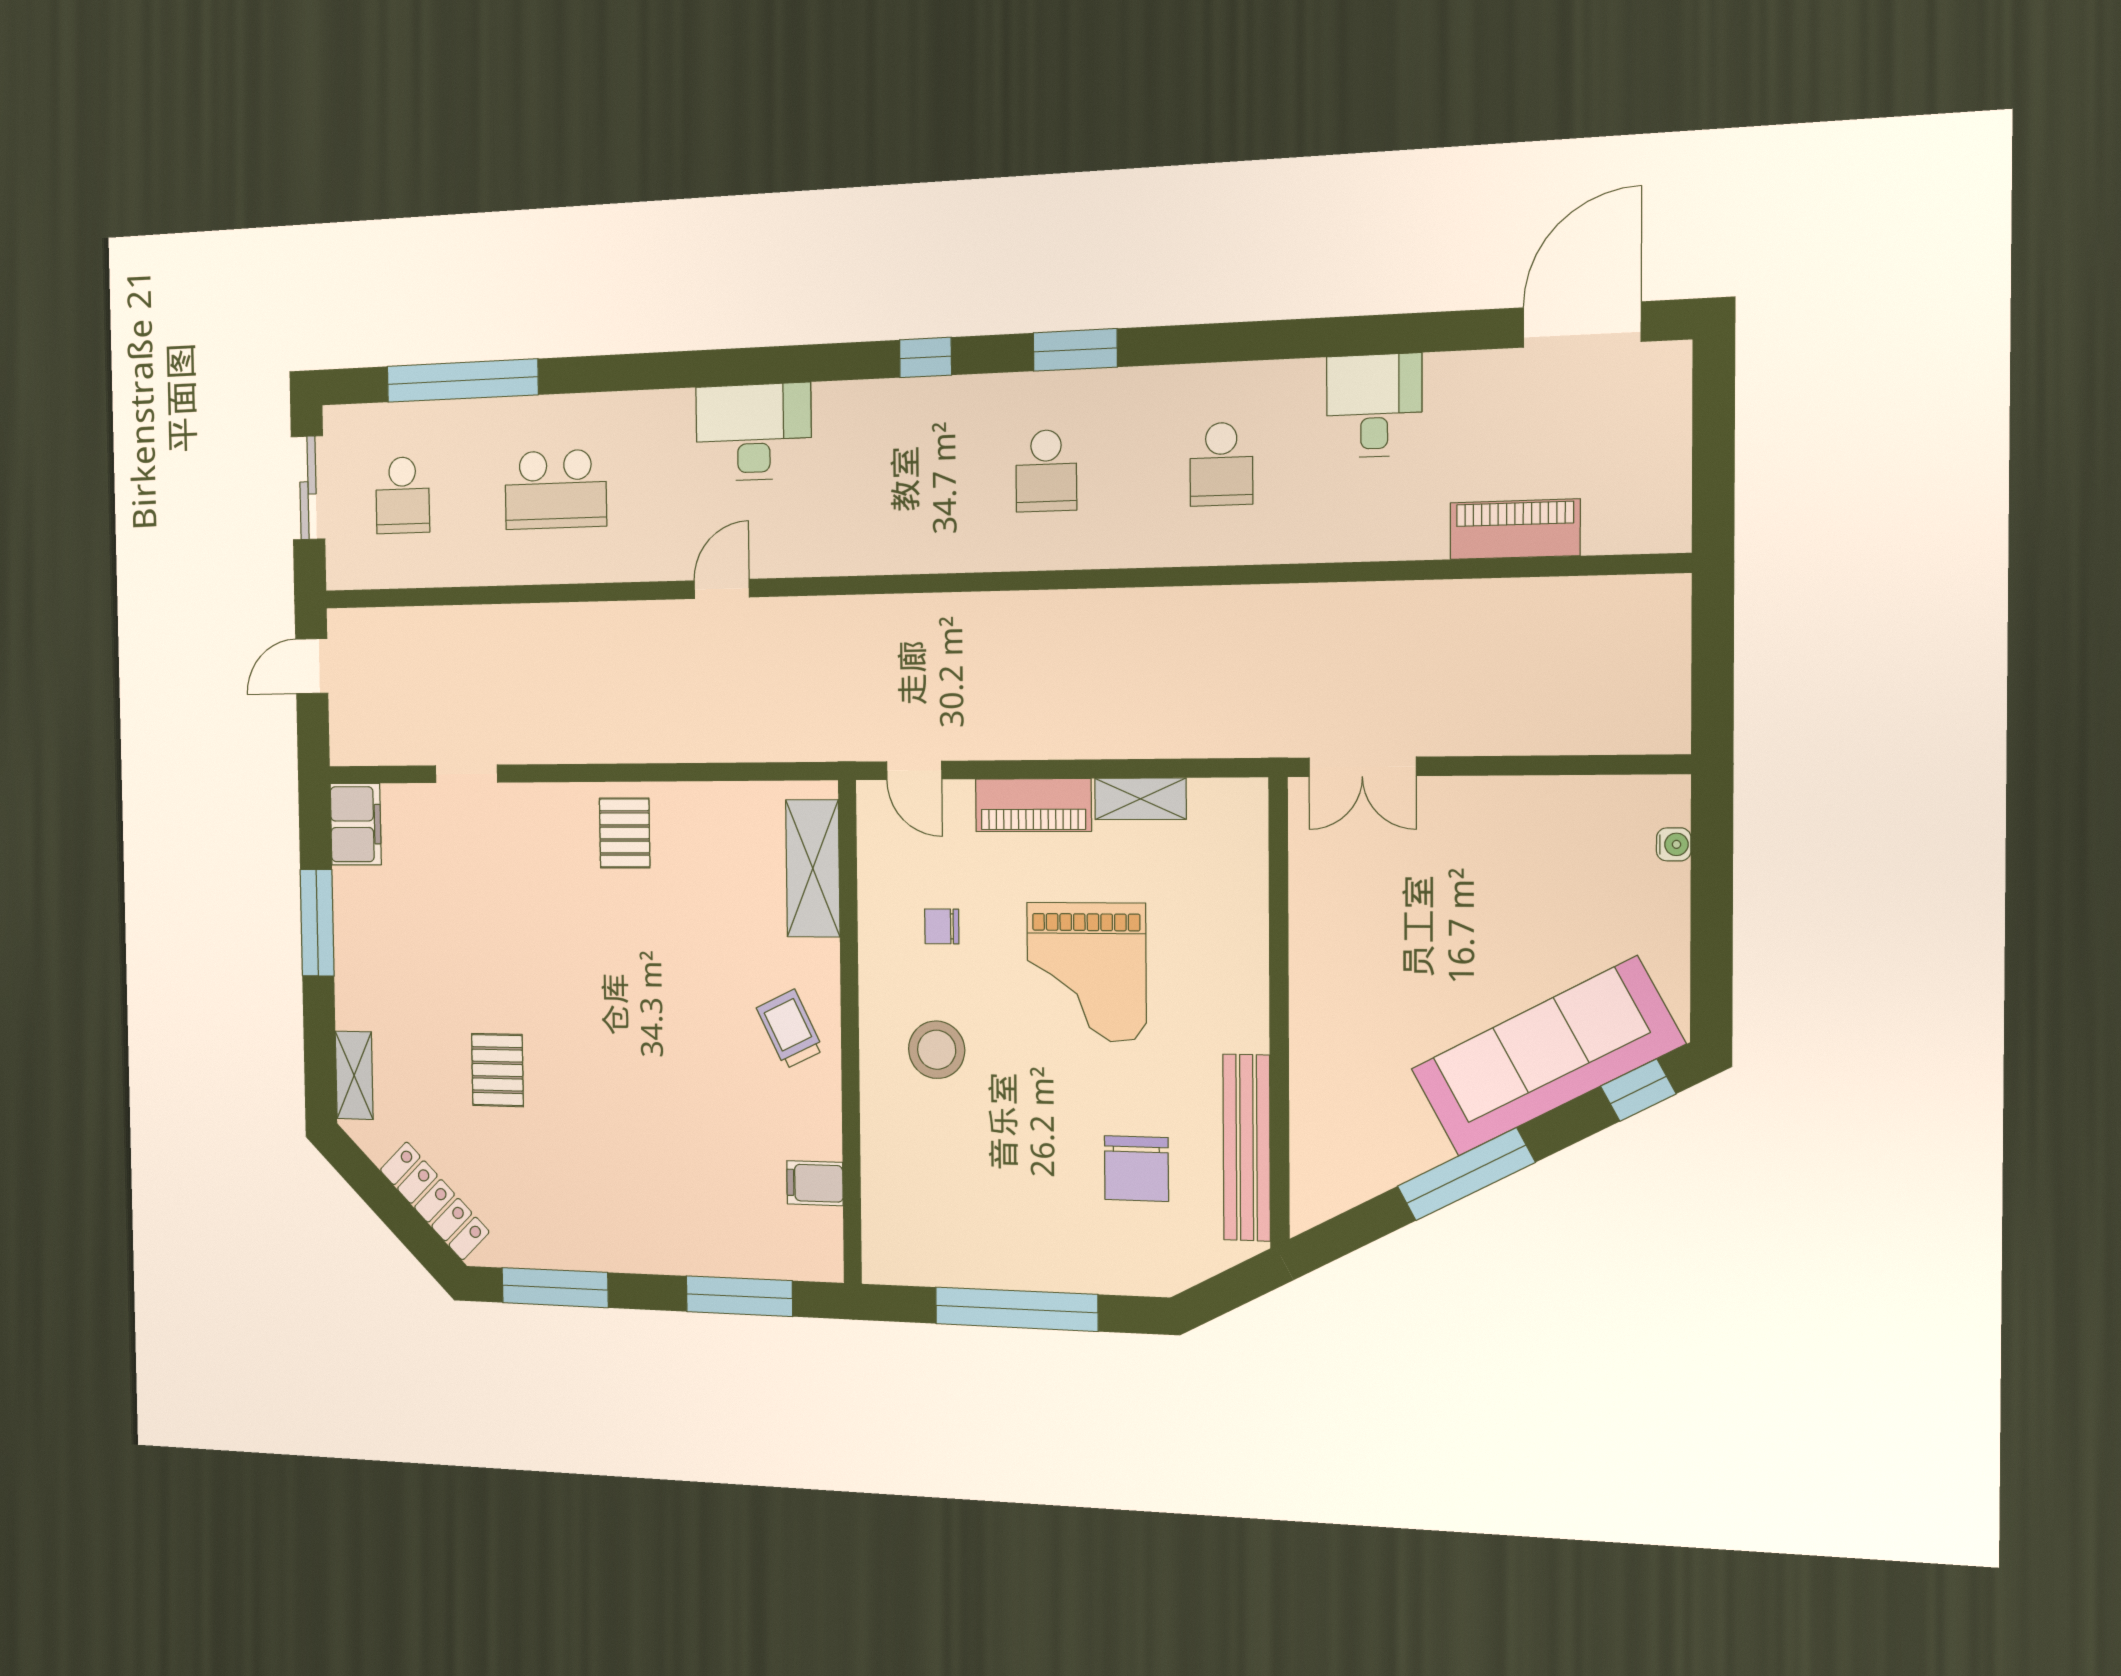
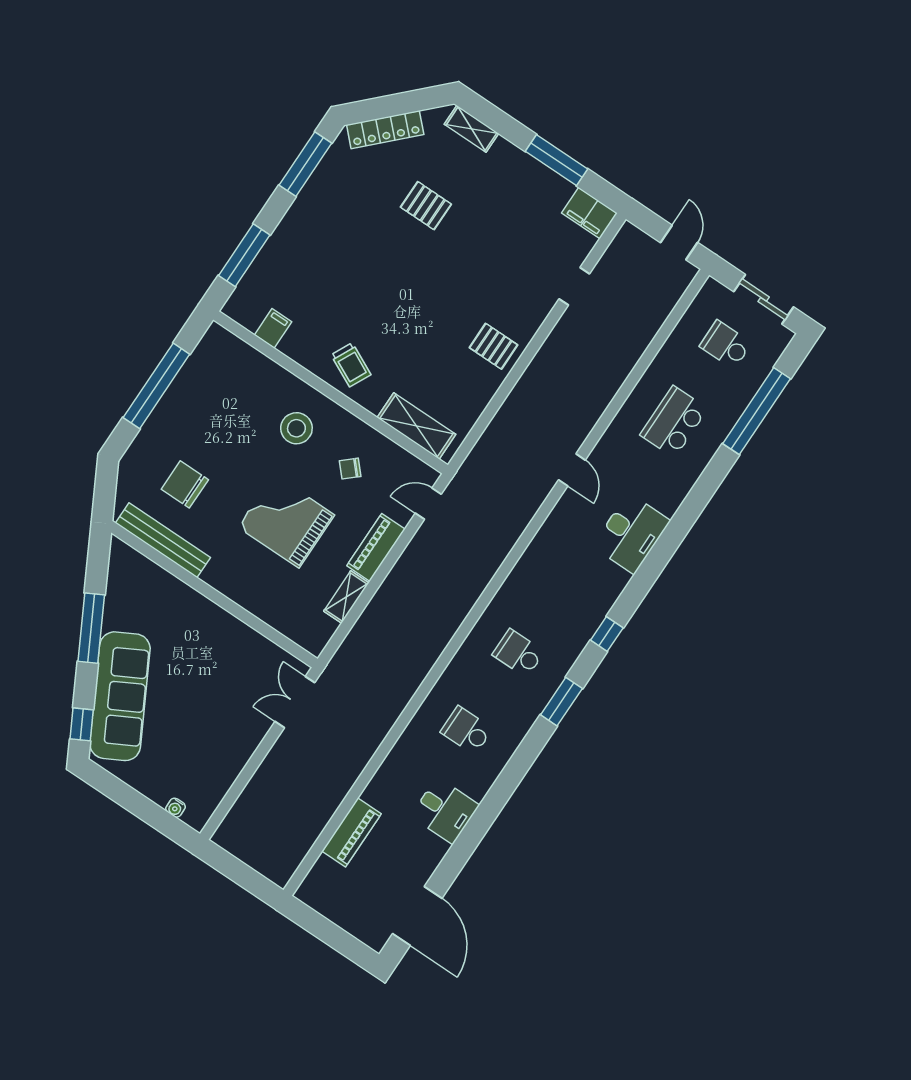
chair: (942, 926) -> (350, 469), turned -132
trolley: (790, 1029) -> (351, 365), turned 52

